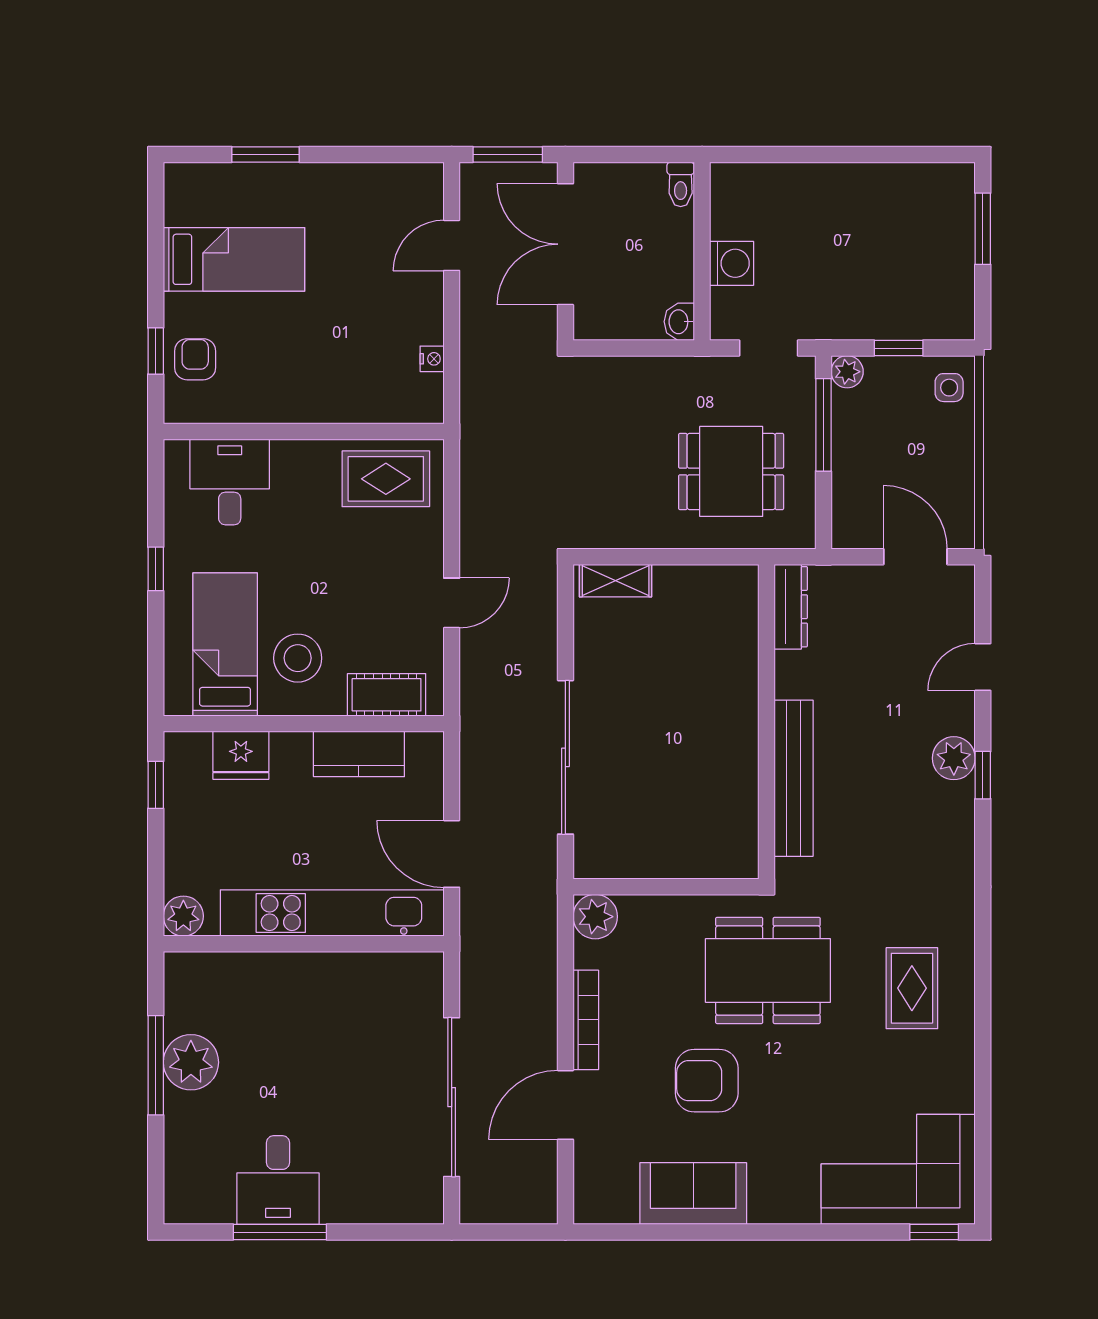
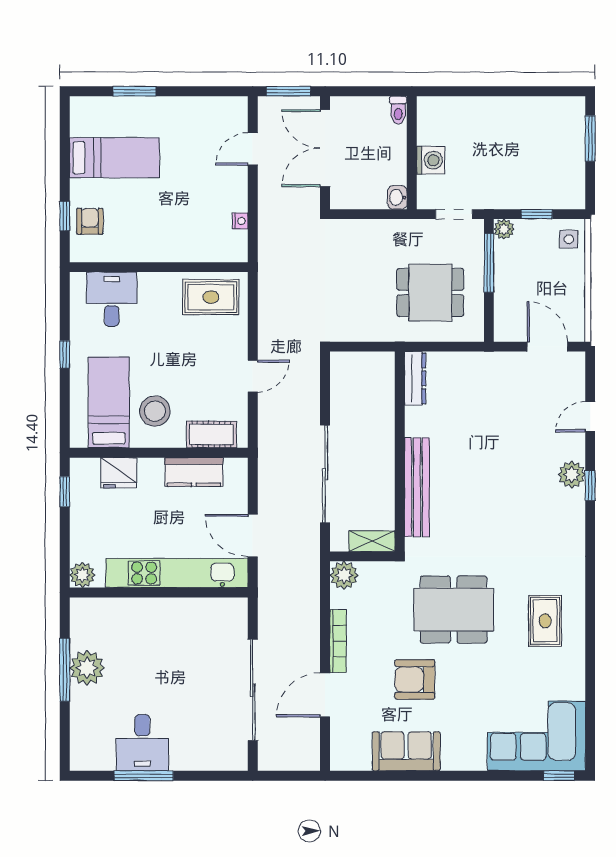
shelving: (616, 581) -> (372, 541), moved
dresser: (791, 607) -> (415, 378), moved
wall: (767, 722) -> (400, 452), moved
bench: (794, 778) -> (417, 487), moved

